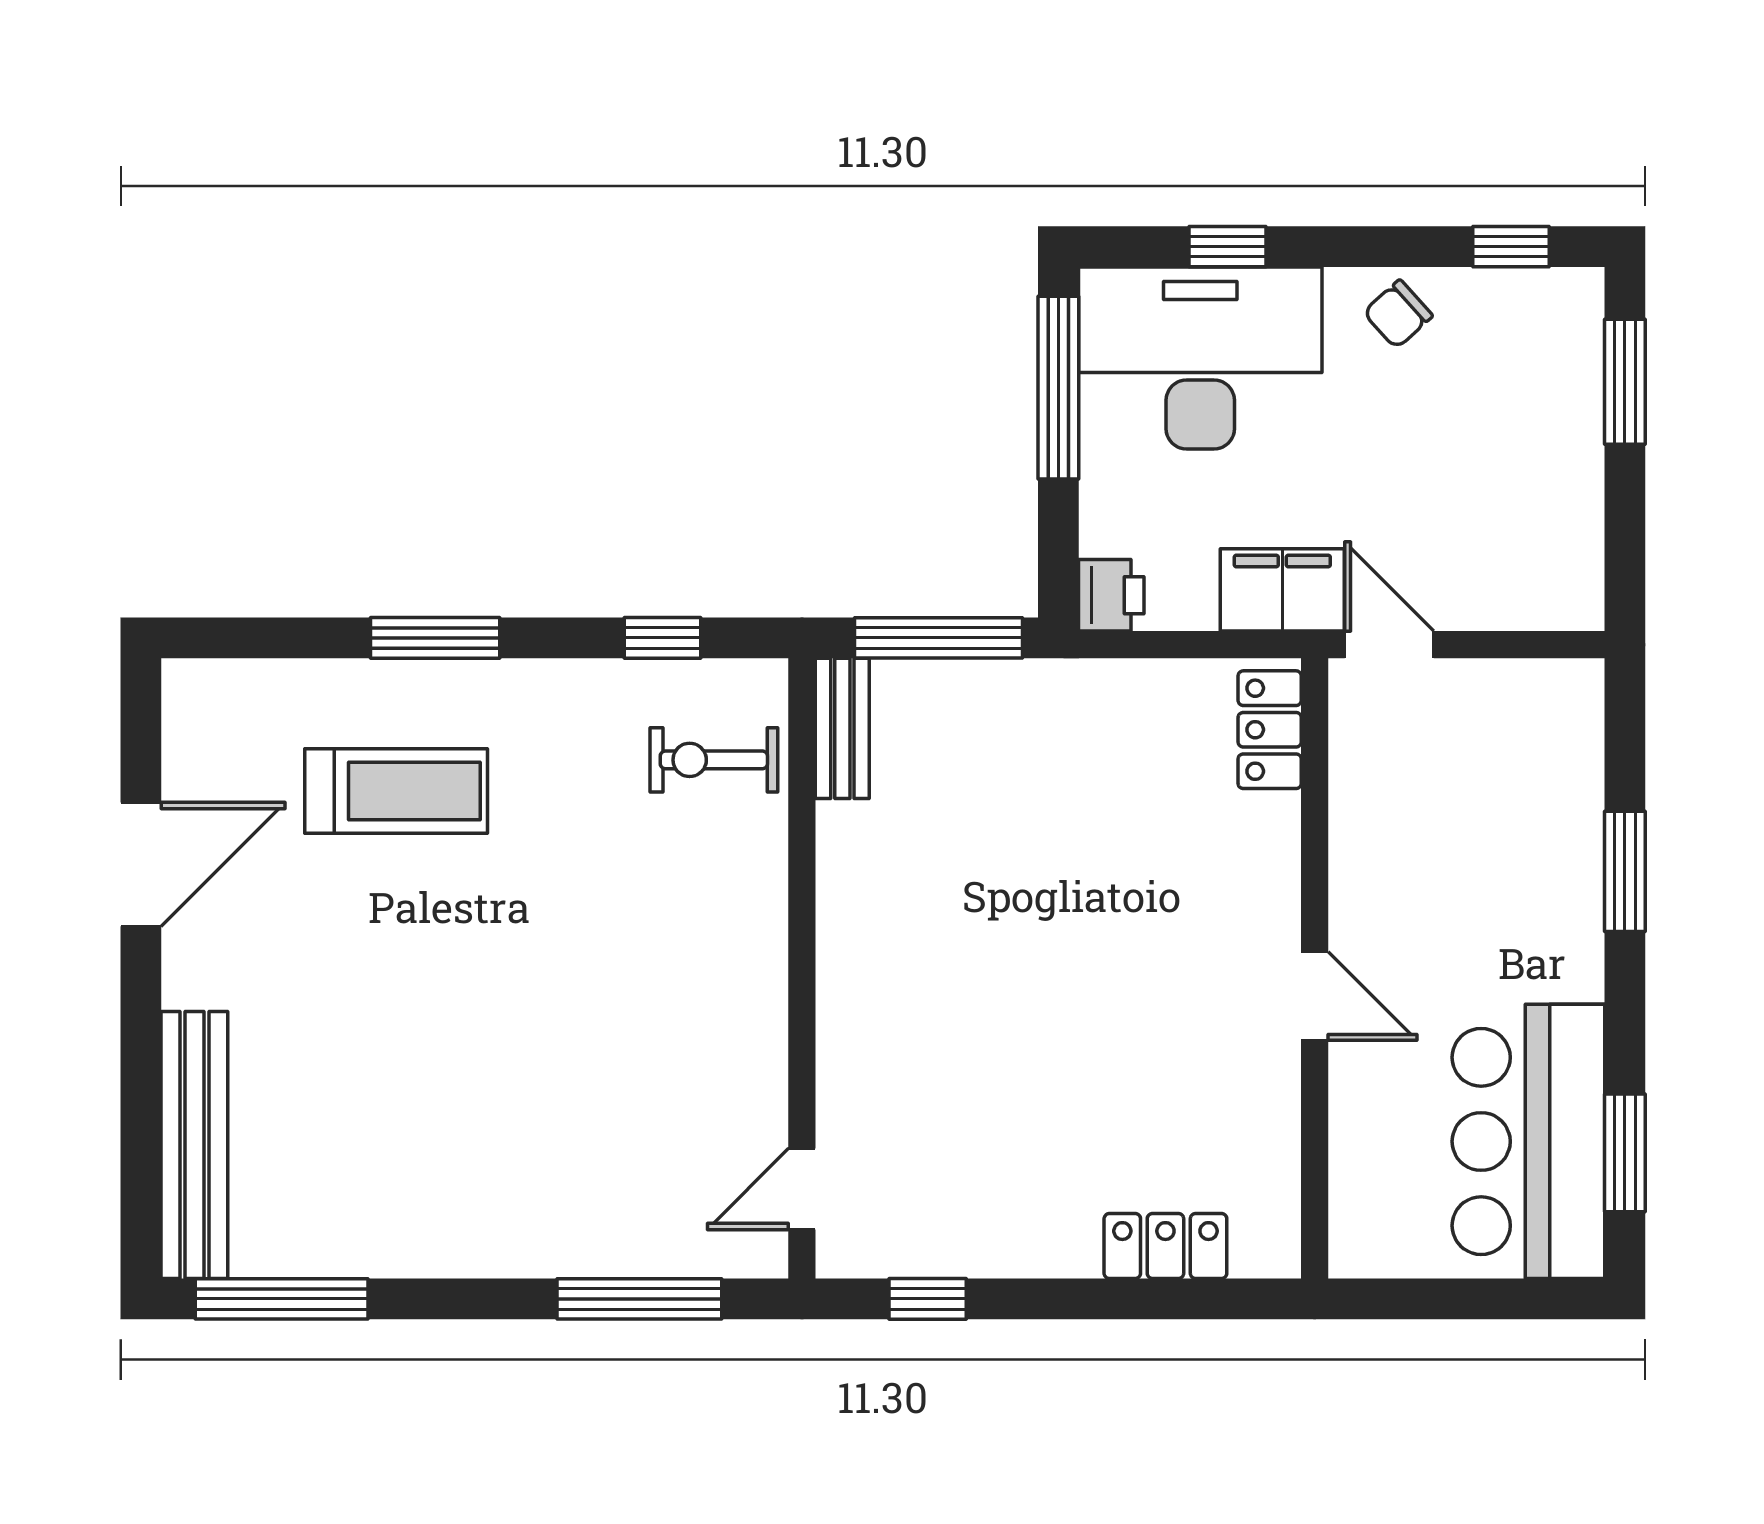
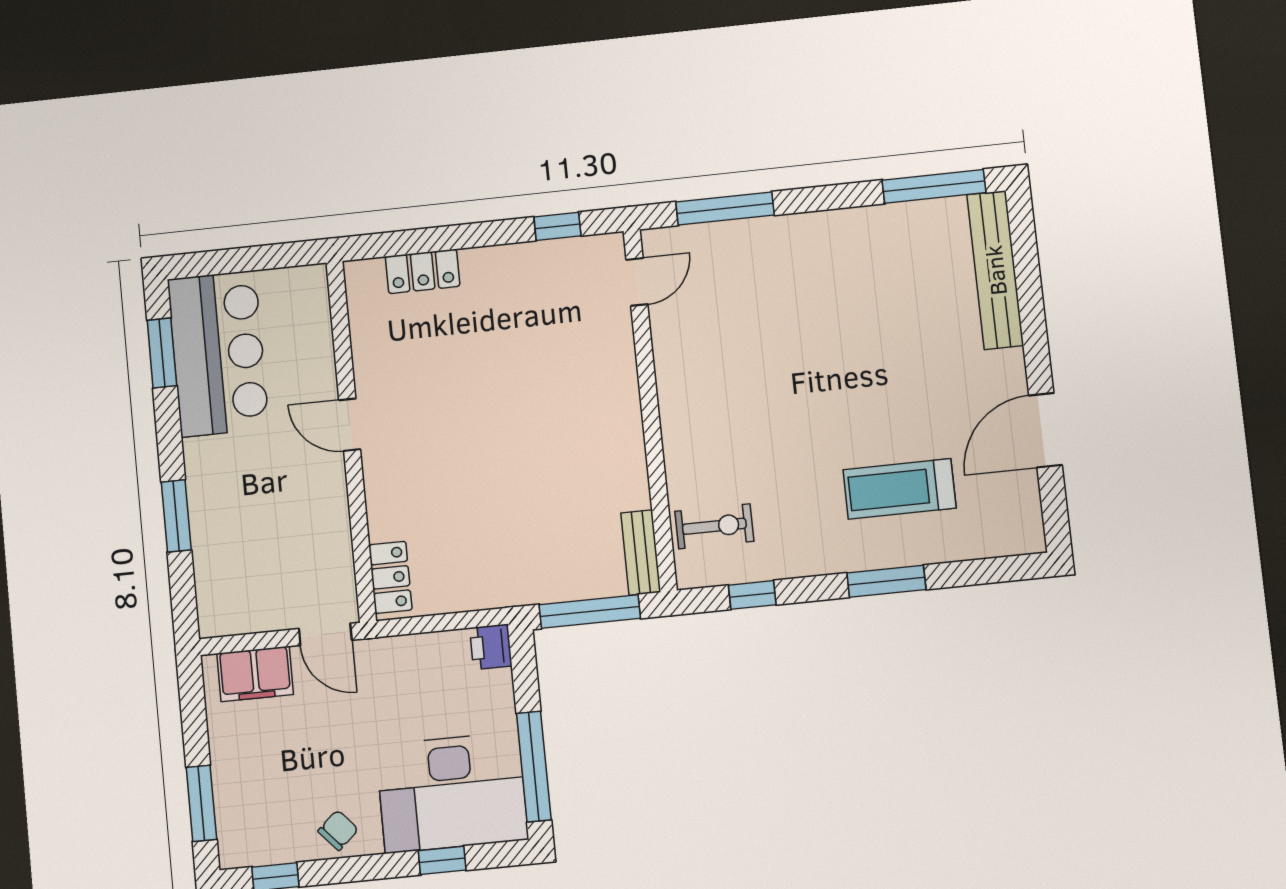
filing cabinet: (1282, 590) -> (255, 674), moved

